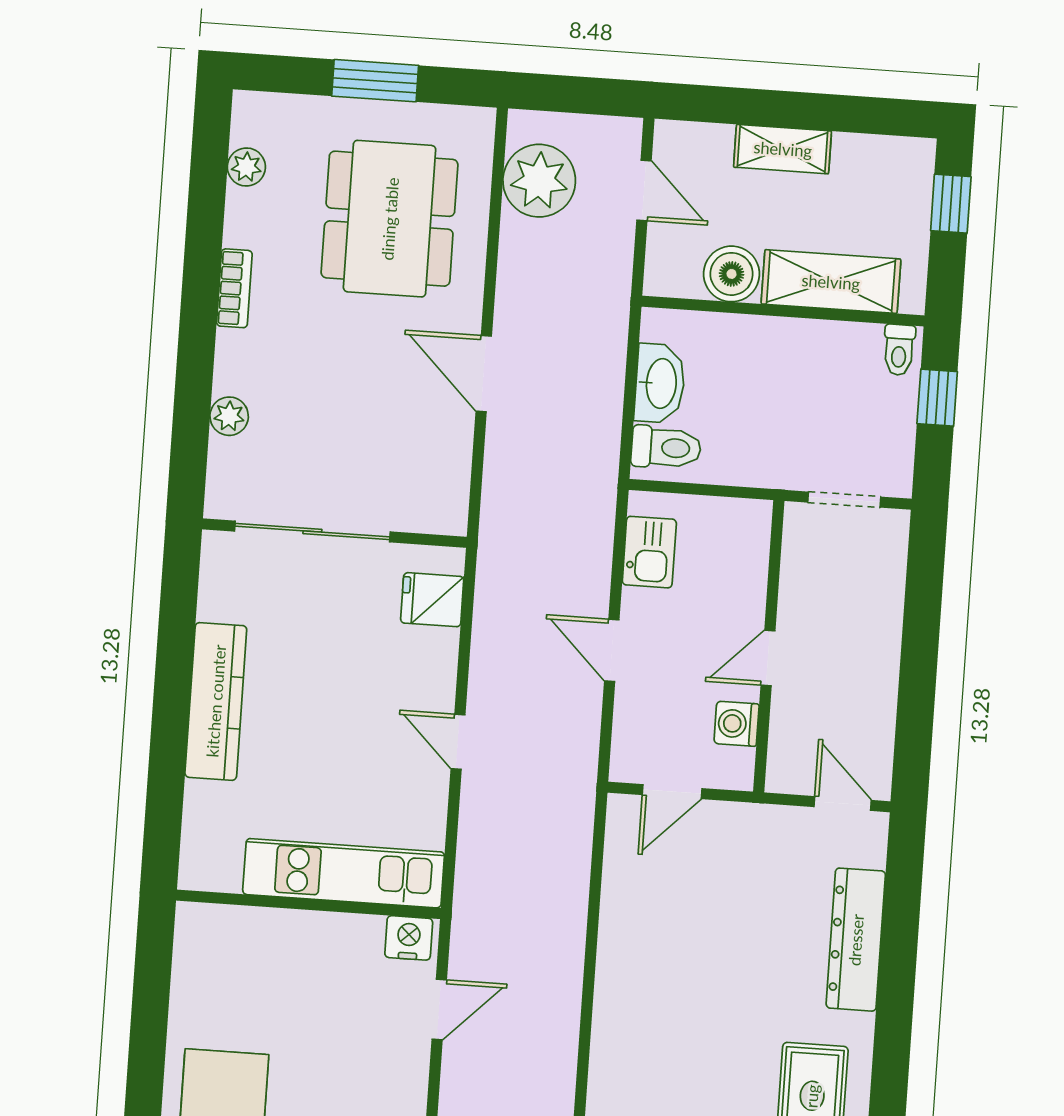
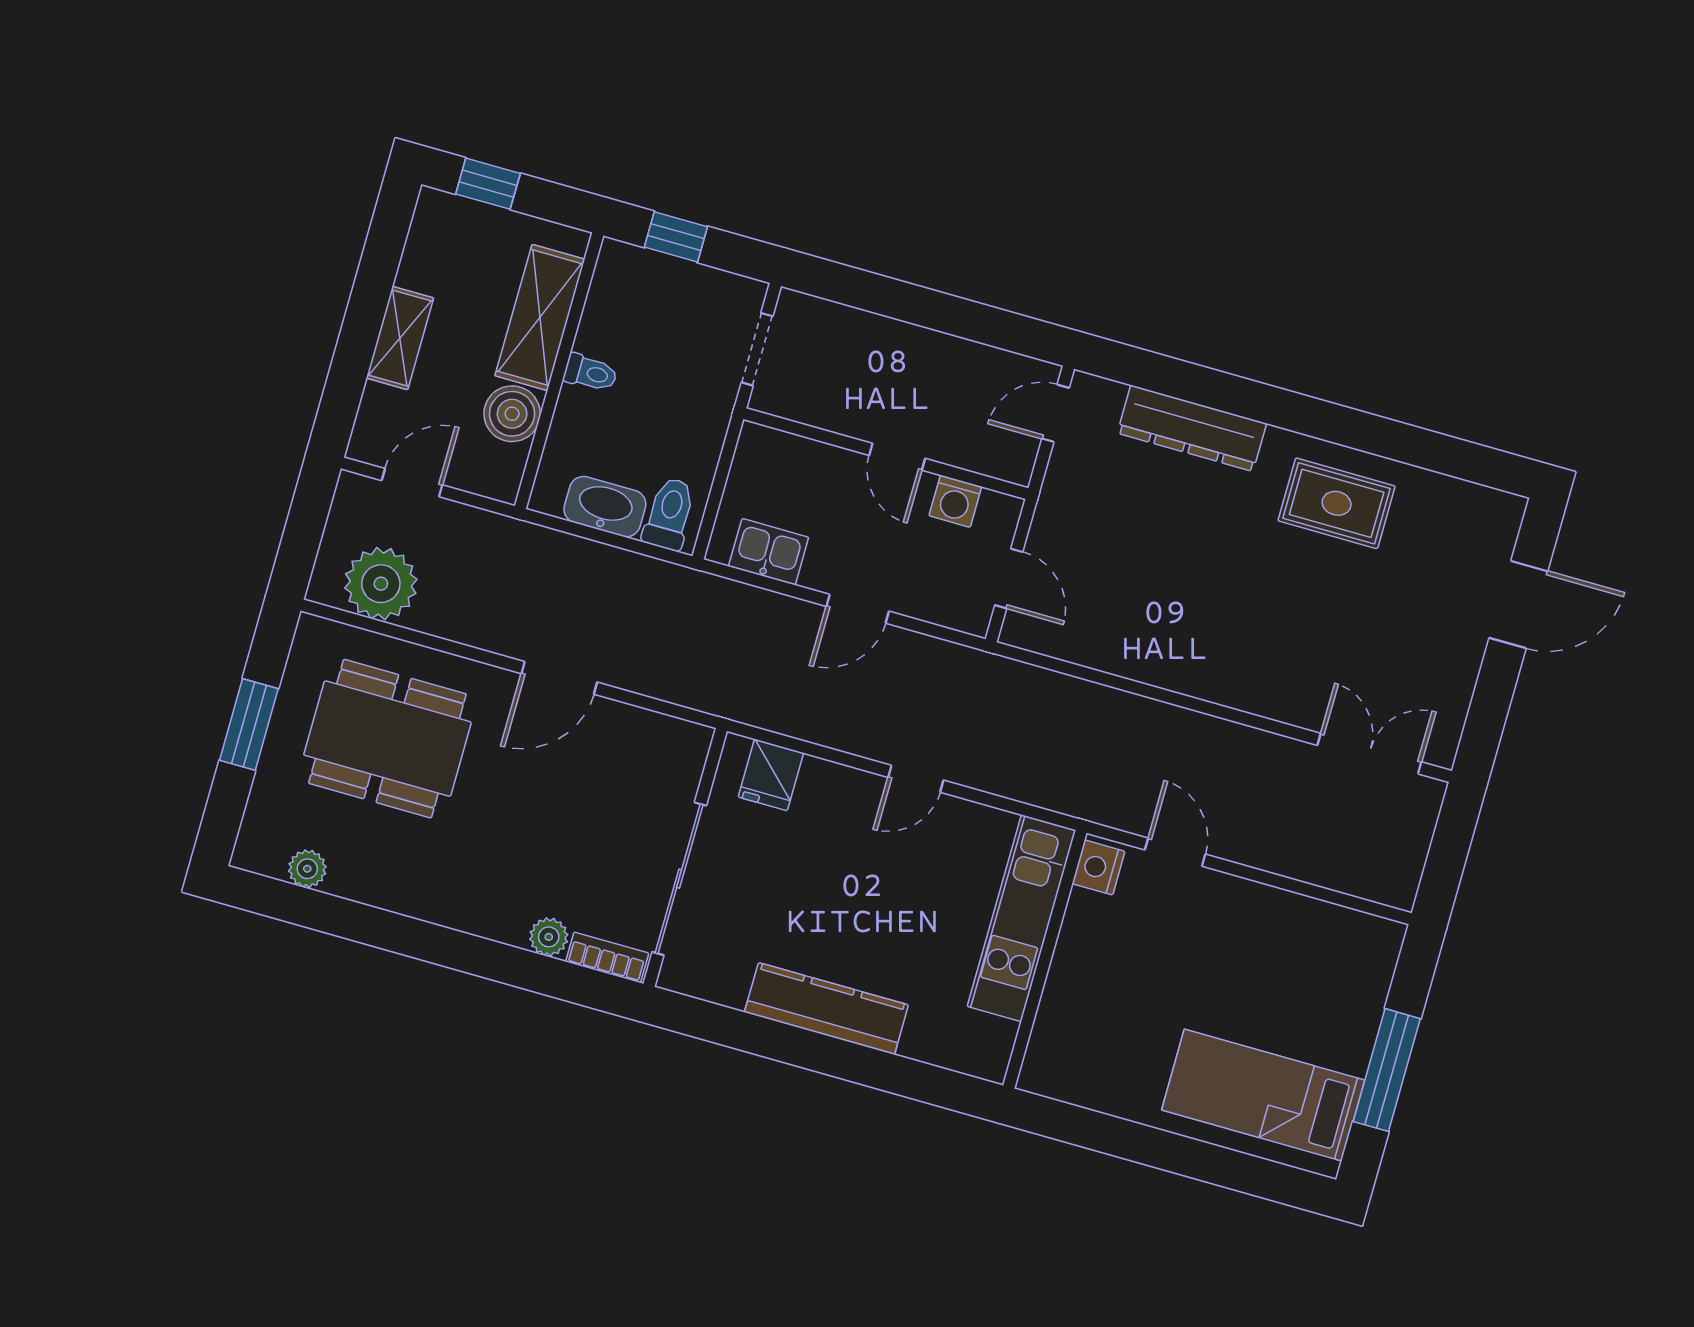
bookcase: (234, 288) -> (607, 957), moved
toilet: (899, 350) -> (590, 373), moved

